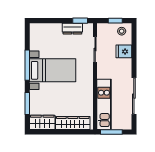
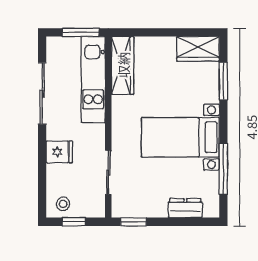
dresser: (72, 29) -> (185, 208), moved
fridge: (124, 51) -> (59, 152), moved
window: (27, 65) -> (223, 169), moved
wardrobe: (73, 123) -> (123, 65), moved, turned -90

